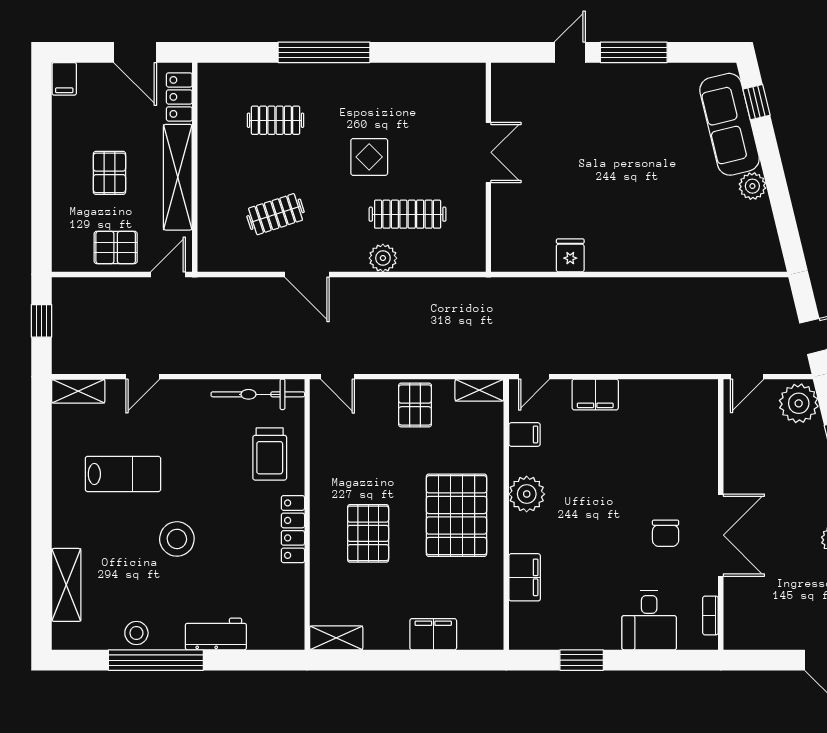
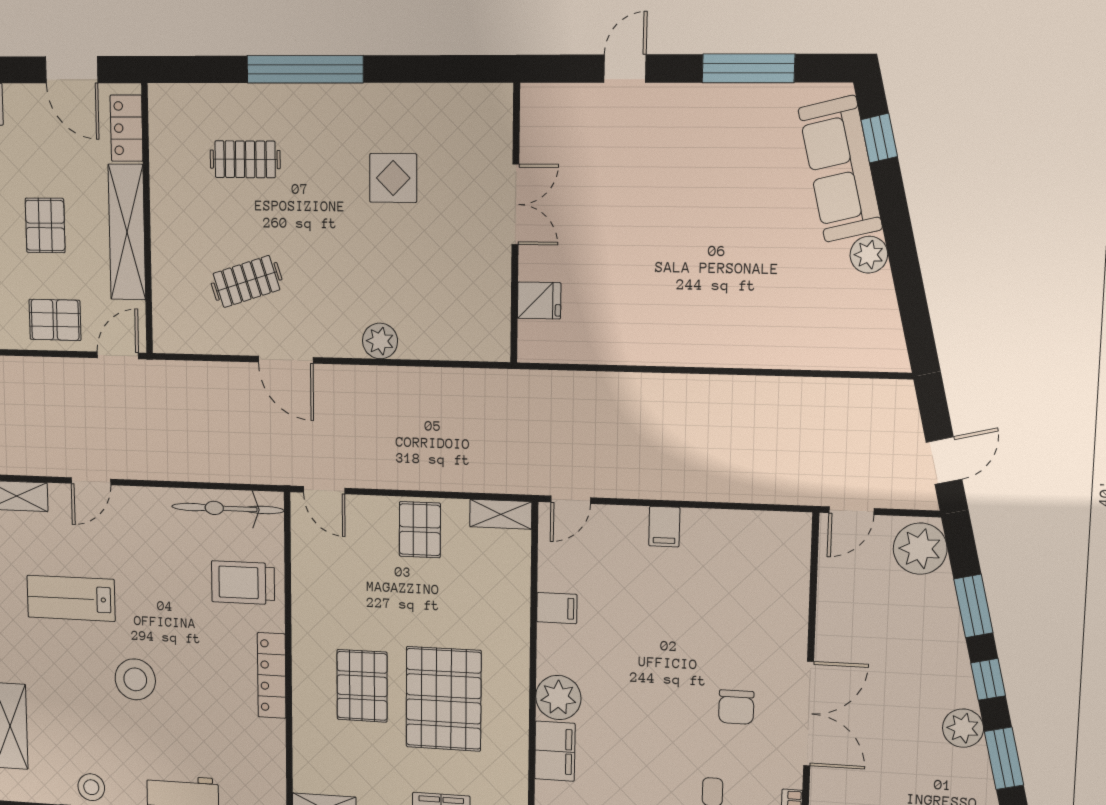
window: (634, 52) -> (748, 68), moved
display table: (369, 157) -> (393, 178), moved
clothes rail: (408, 214) -> (411, 285), removed
fridge: (570, 255) -> (539, 300), moved, turned 90
filing cabinet: (595, 395) -> (664, 527), width x0.50
filing cabinet: (524, 435) -> (557, 608), moved
trolley: (270, 454) -> (243, 583), turned 90
lab bench: (123, 474) -> (71, 598), turned 180
plant: (527, 494) -> (558, 698), moved
pallet: (456, 515) -> (444, 699), moved

